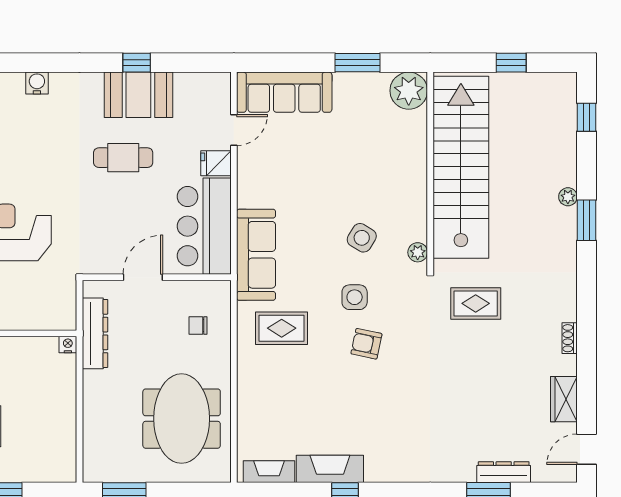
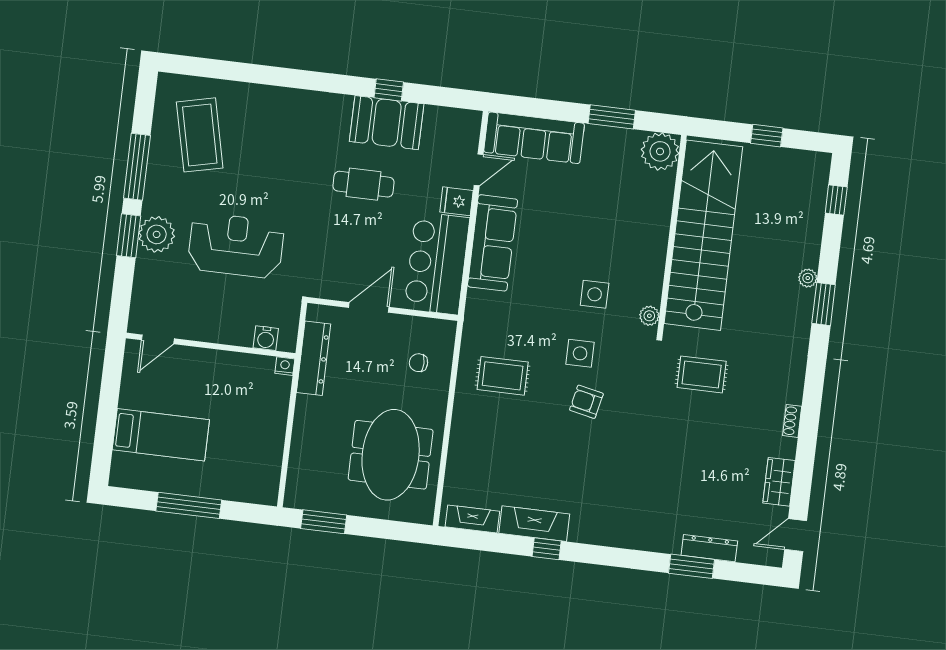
water cooler: (37, 83) -> (266, 338), moved, turned 180
side table: (362, 238) -> (595, 294), turned -31
sofa: (256, 255) -> (493, 243), moved

